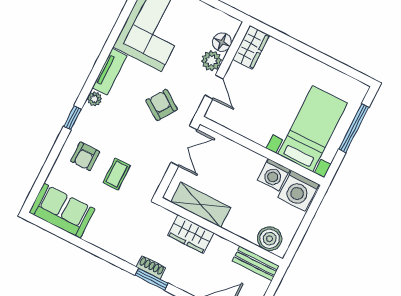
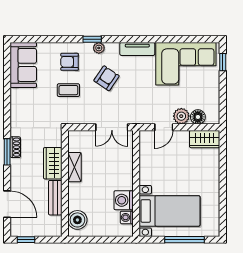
plant: (95, 99) -> (99, 48), moved
armchair: (162, 105) -> (107, 78), moved
washing machine: (298, 191) -> (127, 217), width x0.53, depth x0.53
shelving: (201, 205) -> (75, 167), width x0.67, depth x0.75
bench: (256, 264) -> (55, 198), moved

